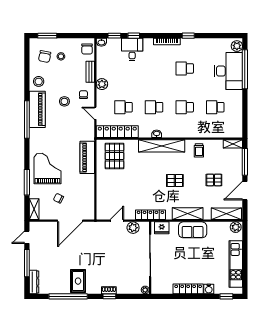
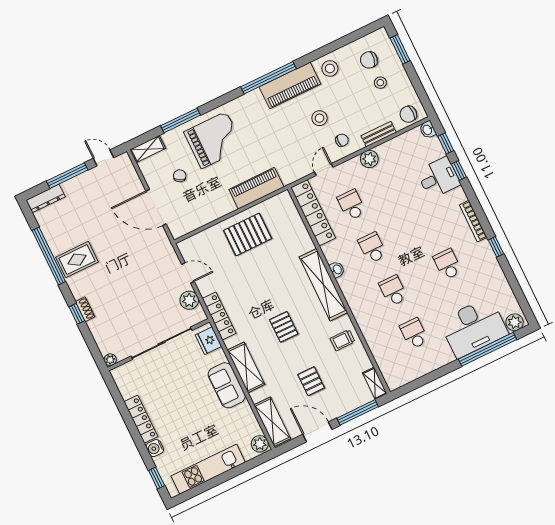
pallet: (114, 156) -> (248, 234), moved

